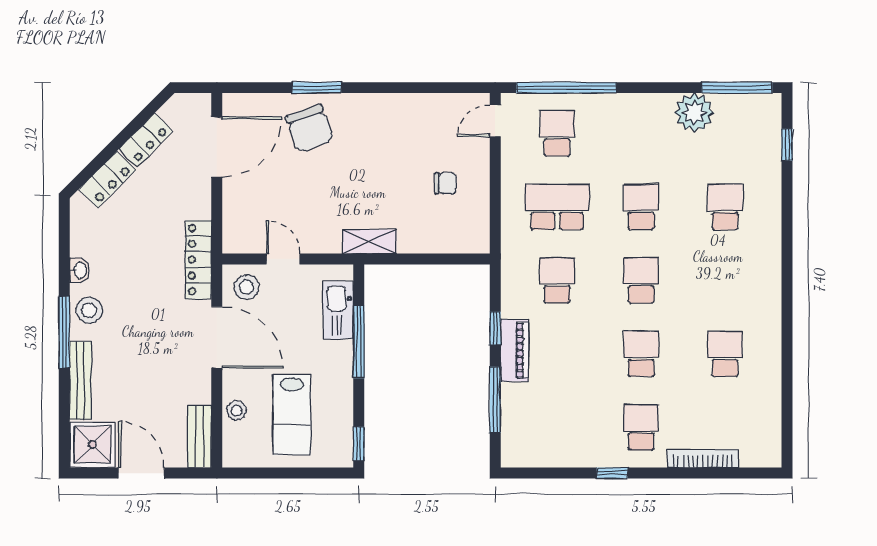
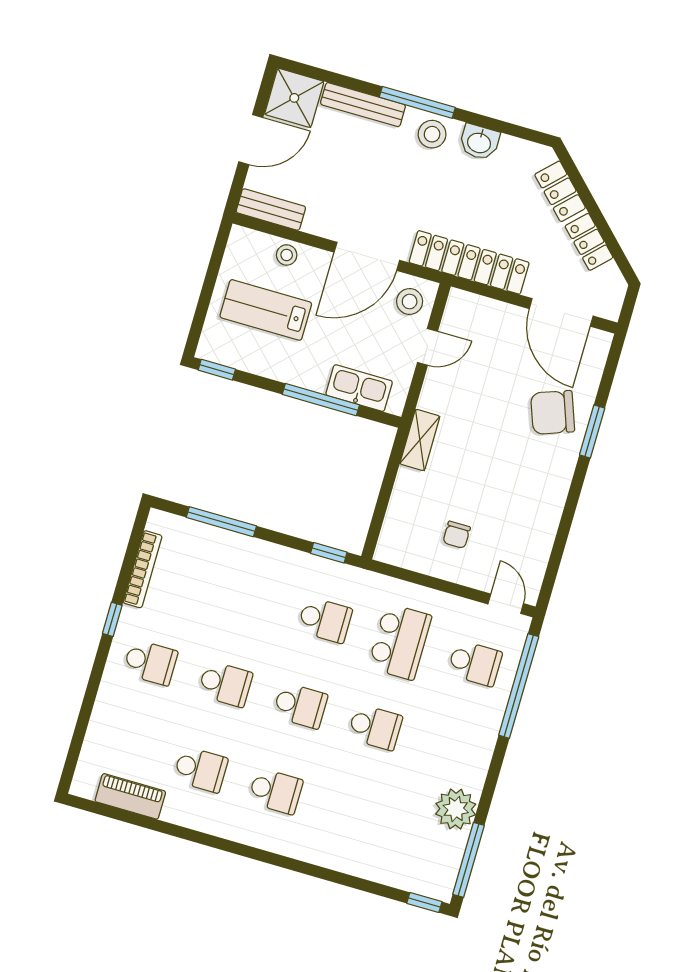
window: (787, 145) -> (424, 903), moved
school desk: (725, 207) -> (276, 791), moved
locker: (198, 260) -> (469, 262), width x1.41, depth x1.21
washbasin: (80, 270) -> (479, 142), width x1.38, depth x1.45
window: (495, 328) -> (329, 553), moved
piano: (514, 350) -> (130, 796), moved, turned 180
bookcase: (703, 459) -> (143, 569), moved

